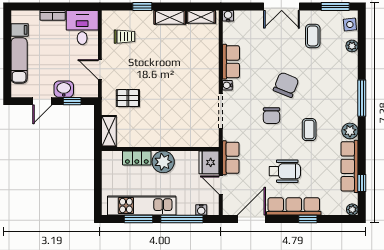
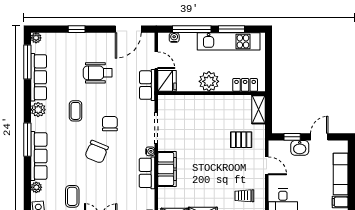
filing cabinet: (209, 66) -> (167, 169), added
locker: (137, 158) -> (245, 85), moved
window: (362, 183) -> (27, 62), width x2.17
row of seats: (294, 206) -> (39, 156), moved, turned -90

